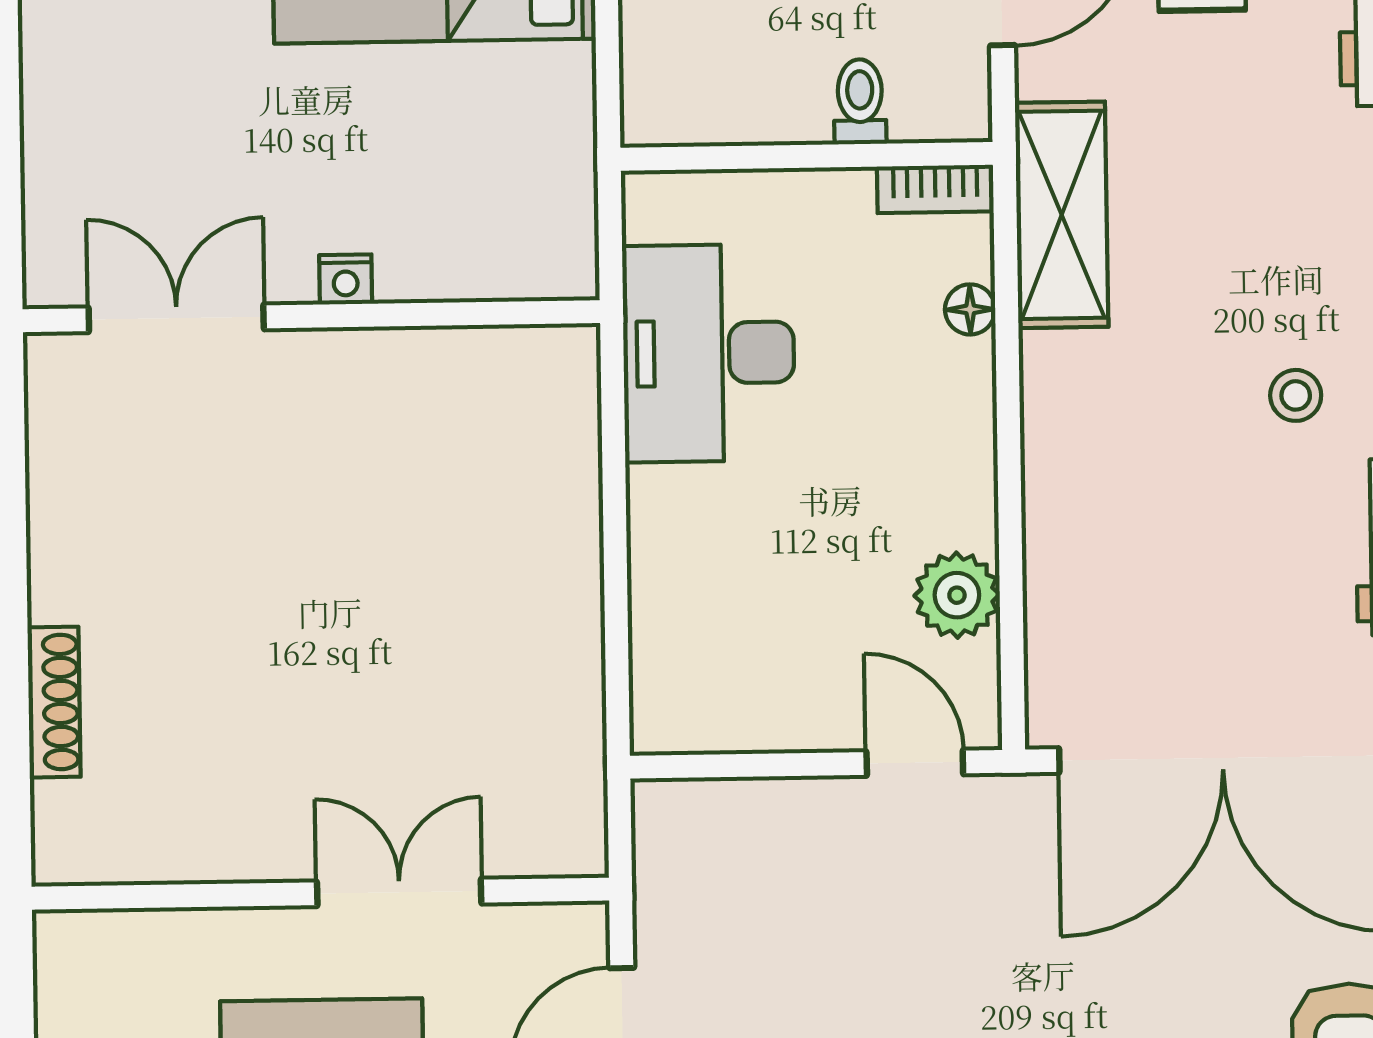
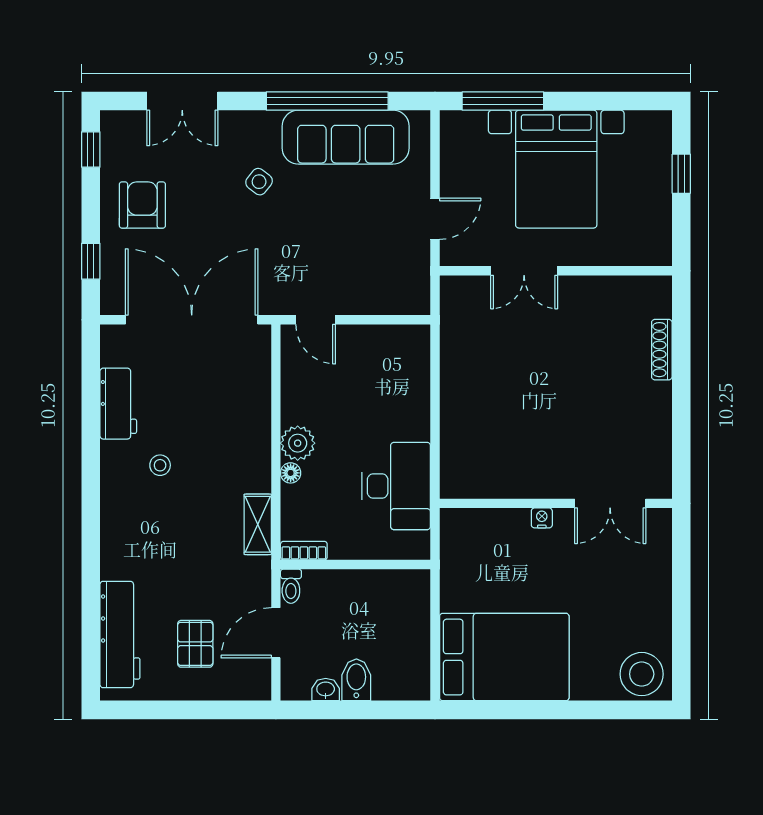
toilet: (860, 102) -> (291, 586), moved
shelving: (1062, 215) -> (258, 524), width x0.67, depth x0.75
floor lamp: (970, 309) -> (291, 473), moved
plant: (957, 595) -> (298, 443), moved

